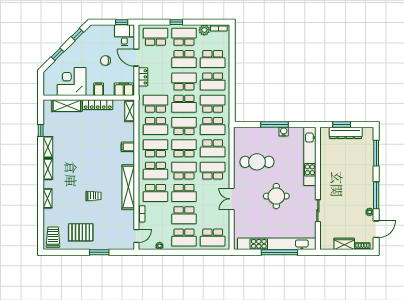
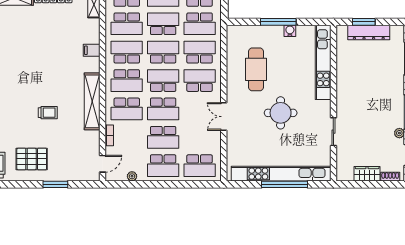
school desk: (213, 148) -> (200, 52), turned 180
cafe table: (257, 162) -> (256, 69), turned 90

